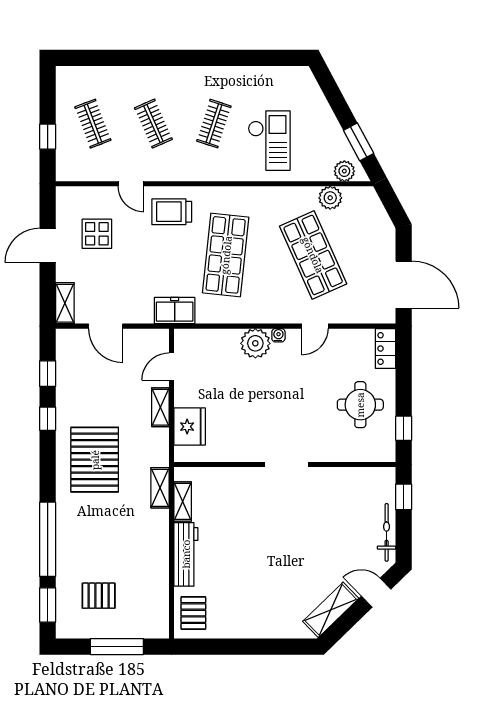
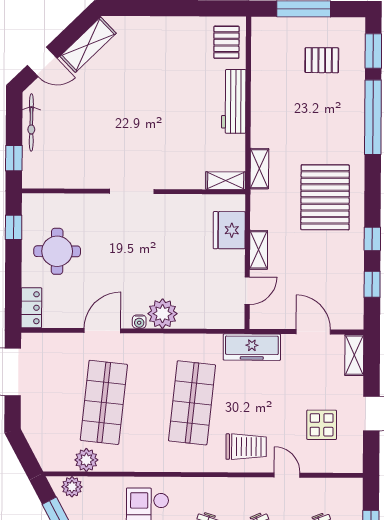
shop shelf: (313, 255) -> (104, 402), turned 30
freezer: (175, 311) -> (252, 347), width x1.40
door: (315, 326) -> (102, 331), width x1.38
shelving: (183, 501) -> (226, 181), moved, turned 90

